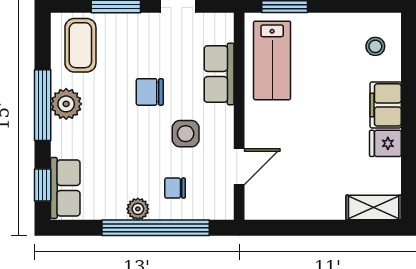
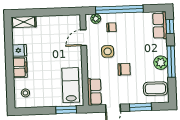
coffee table: (80, 45) -> (155, 89), turned 90
row of seats: (219, 74) -> (94, 92), moved
plant: (138, 209) -> (96, 19), moved

